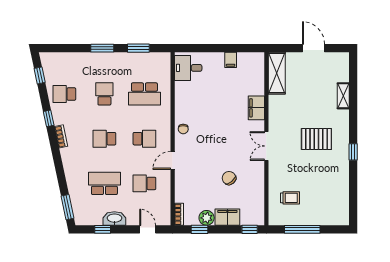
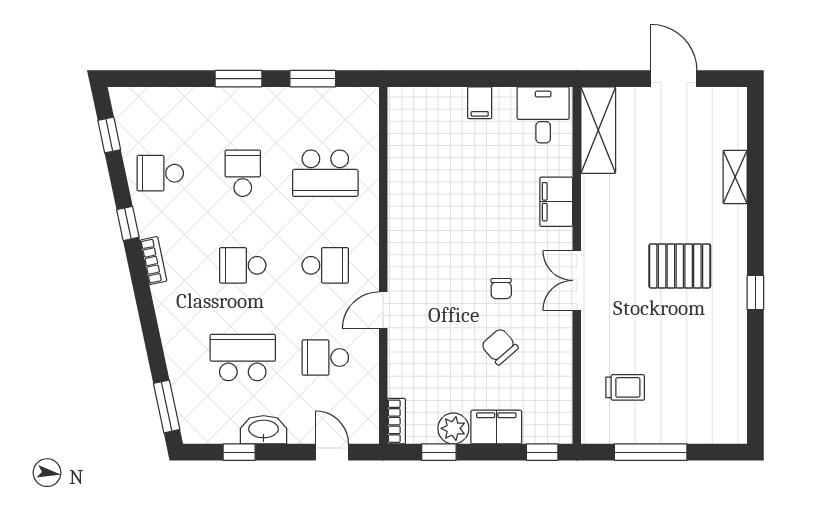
filing cabinet: (231, 60) -> (480, 103), moved
desk: (188, 68) -> (543, 115), moved, turned 90
chair: (183, 129) -> (501, 289), moved

